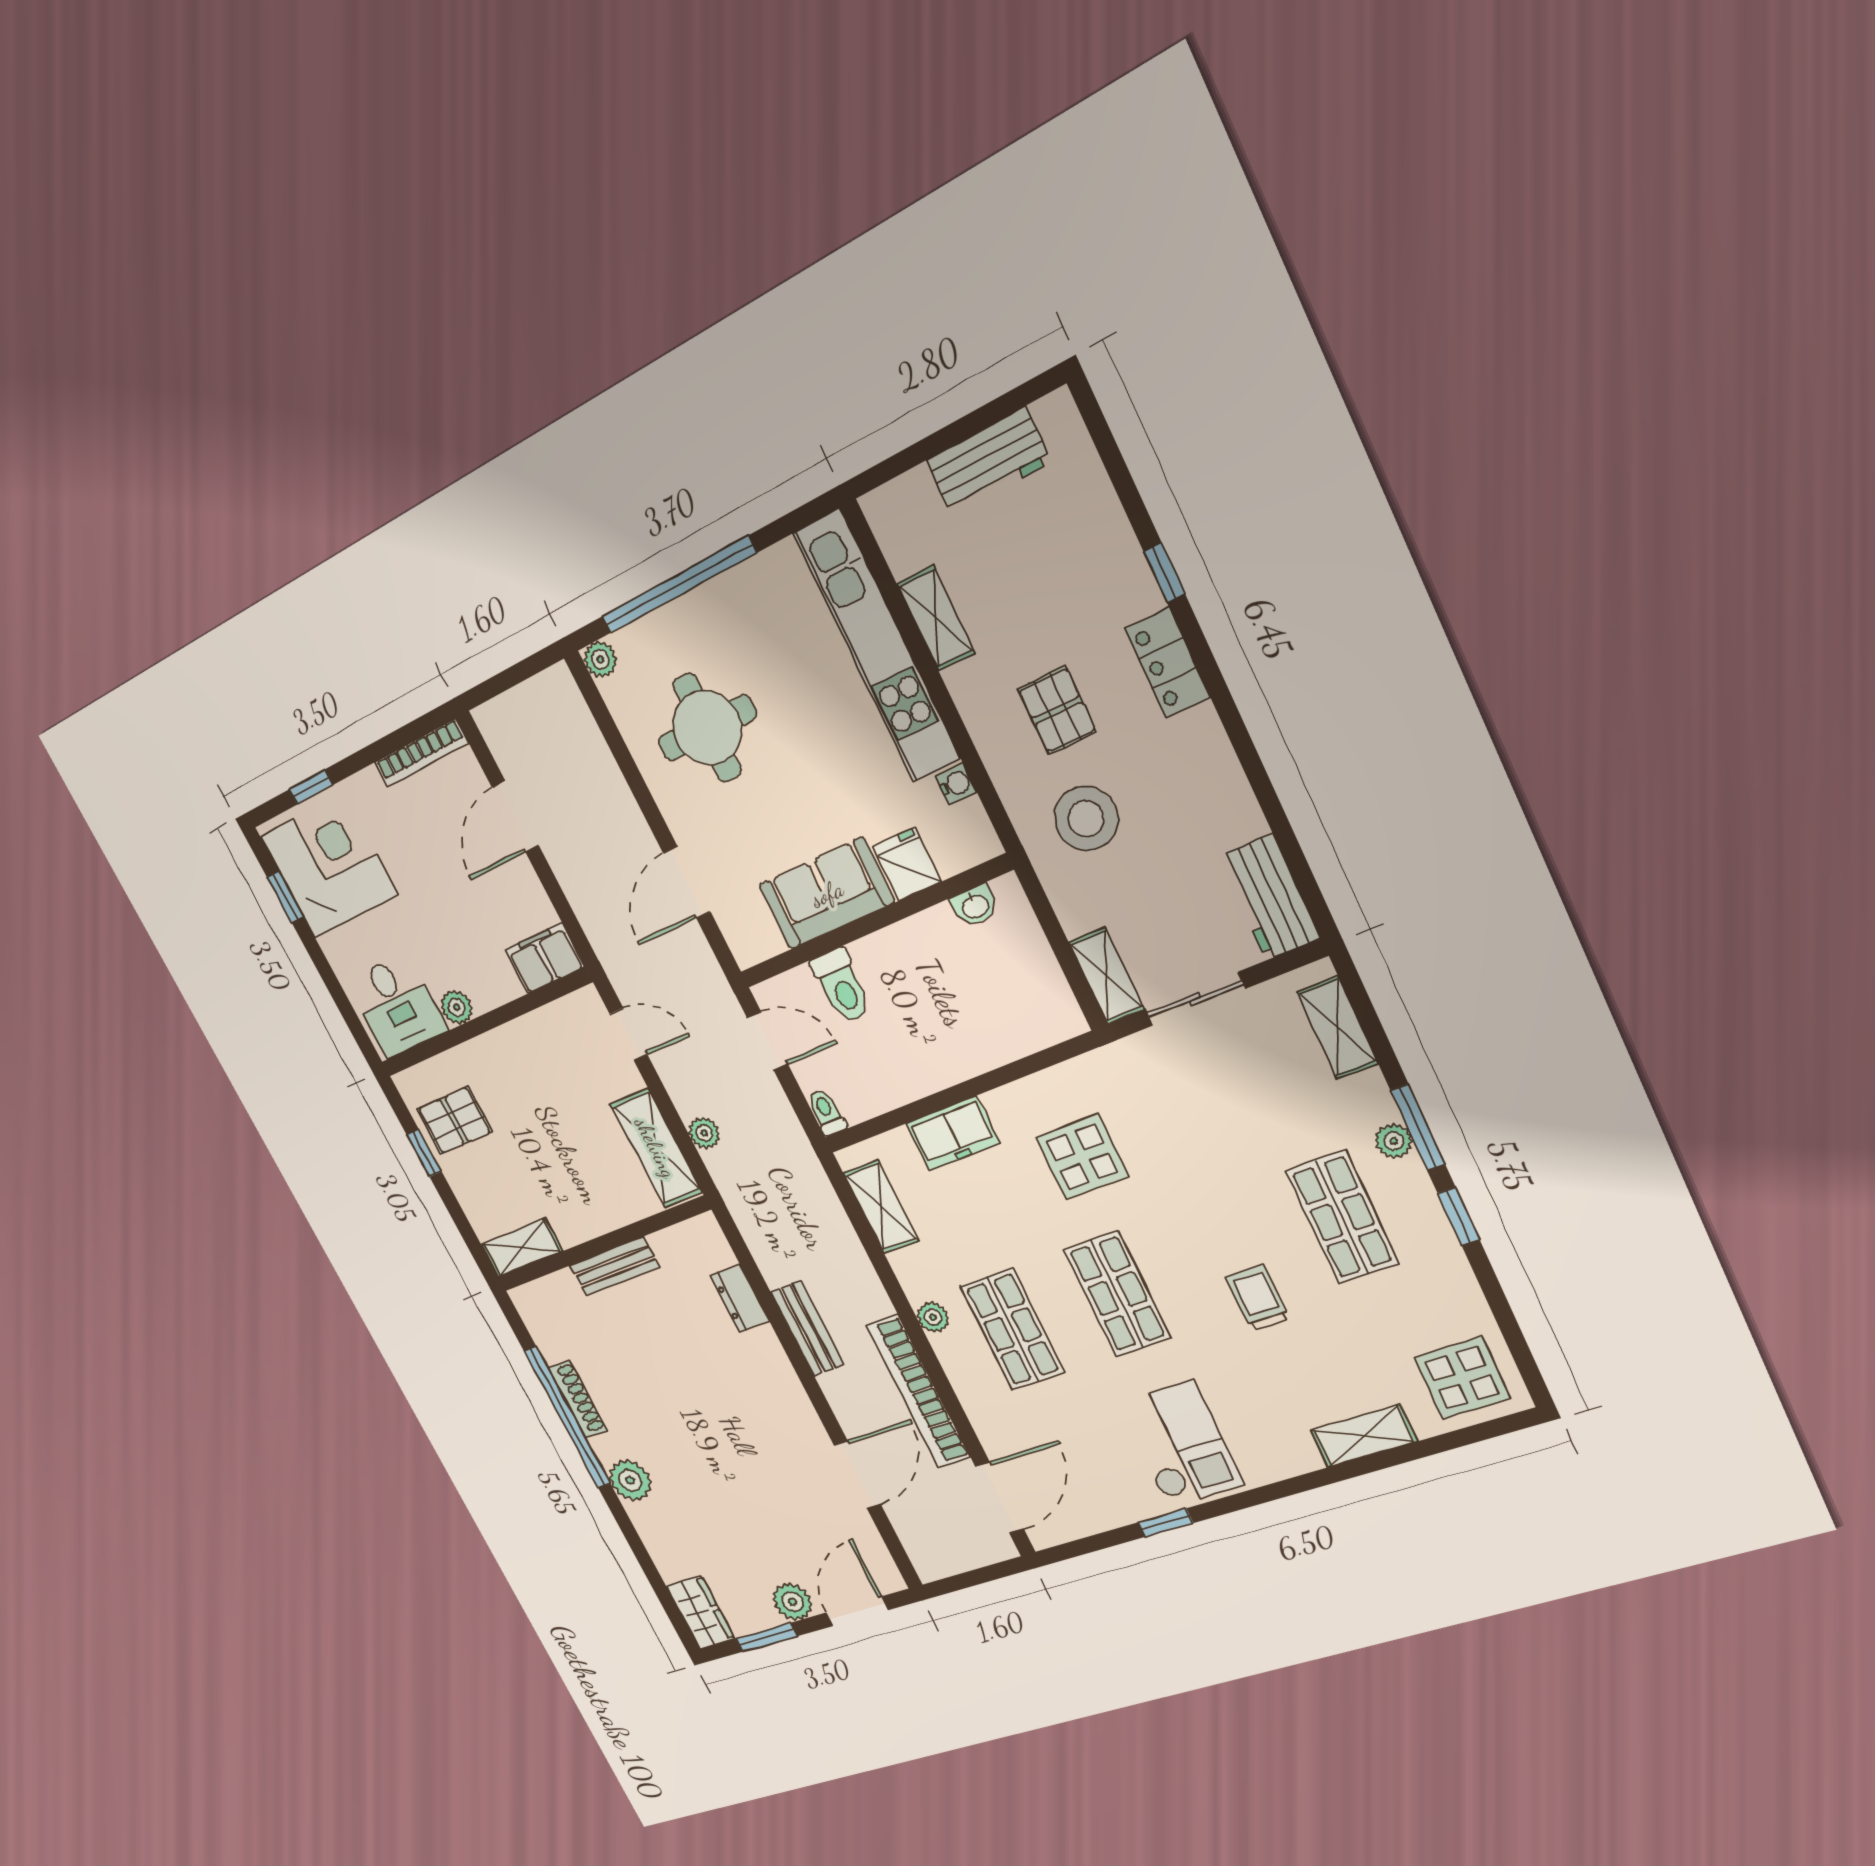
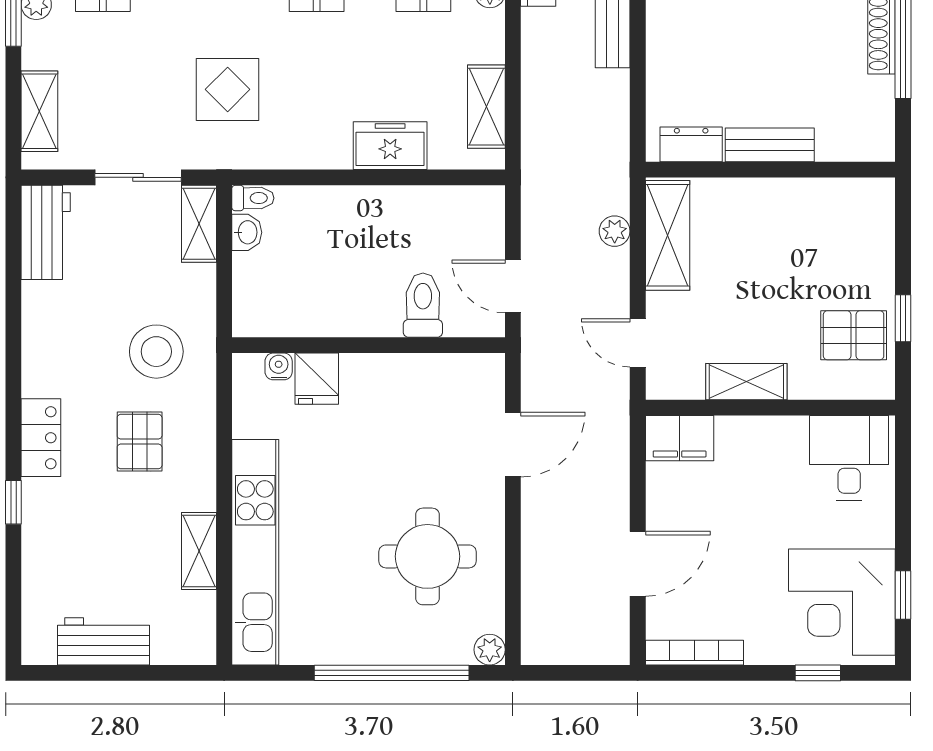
water cooler: (956, 784) -> (279, 366), moved, turned 90
sofa: (827, 893) -> (396, 384), removed
washbasin: (975, 906) -> (247, 232), moved, turned 90
plant: (457, 1007) -> (790, 432), removed
toilet: (827, 1112) -> (253, 198), moved, turned -90
display table: (1082, 1157) -> (228, 89), moved
shelving: (522, 1248) -> (746, 382), moved
dresser: (740, 1298) -> (691, 144), moved, turned -90

